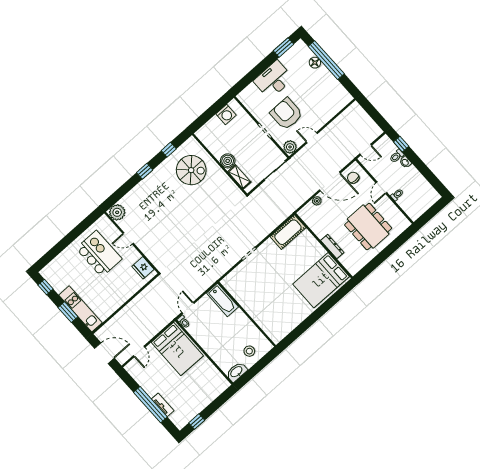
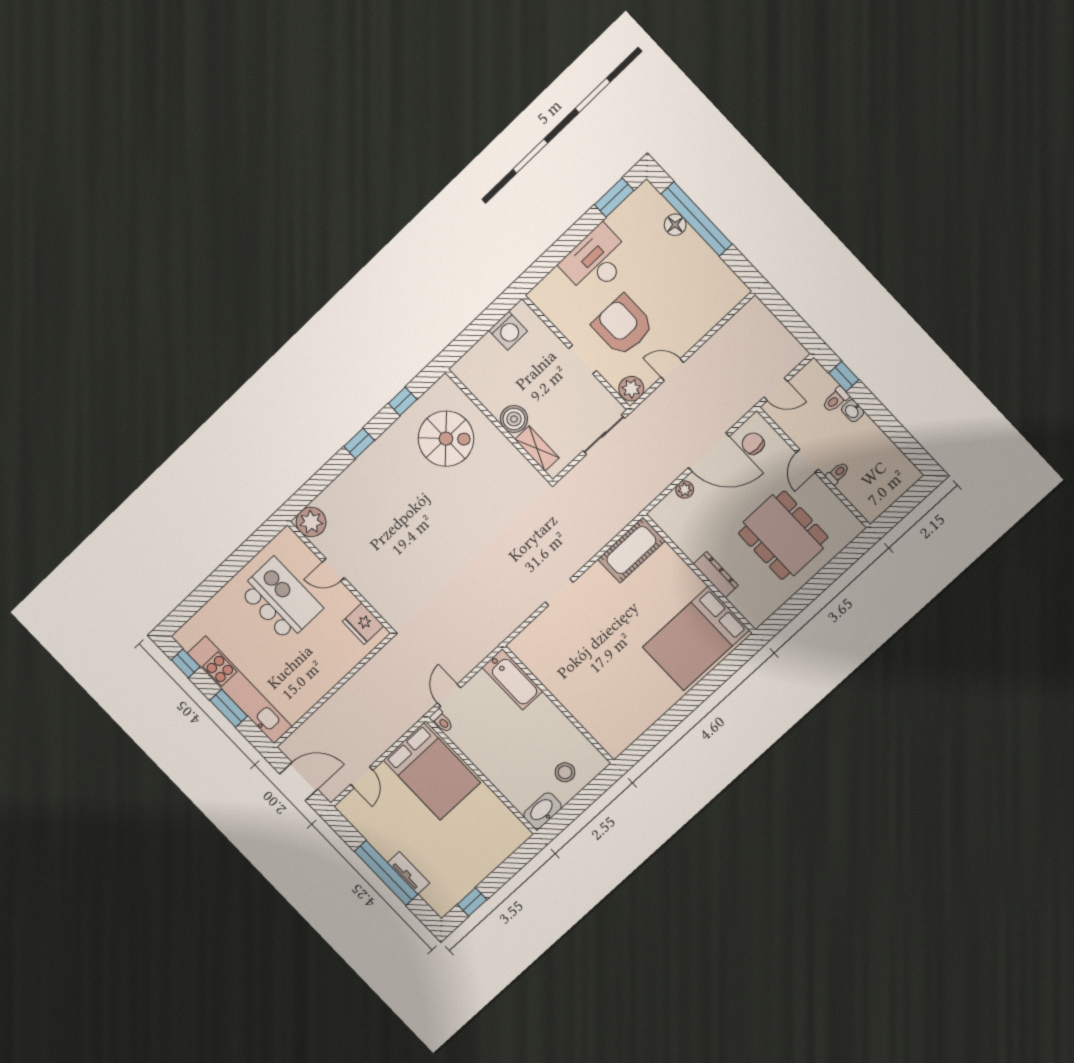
kitchen unit: (80, 309) -> (240, 690), width x1.36

